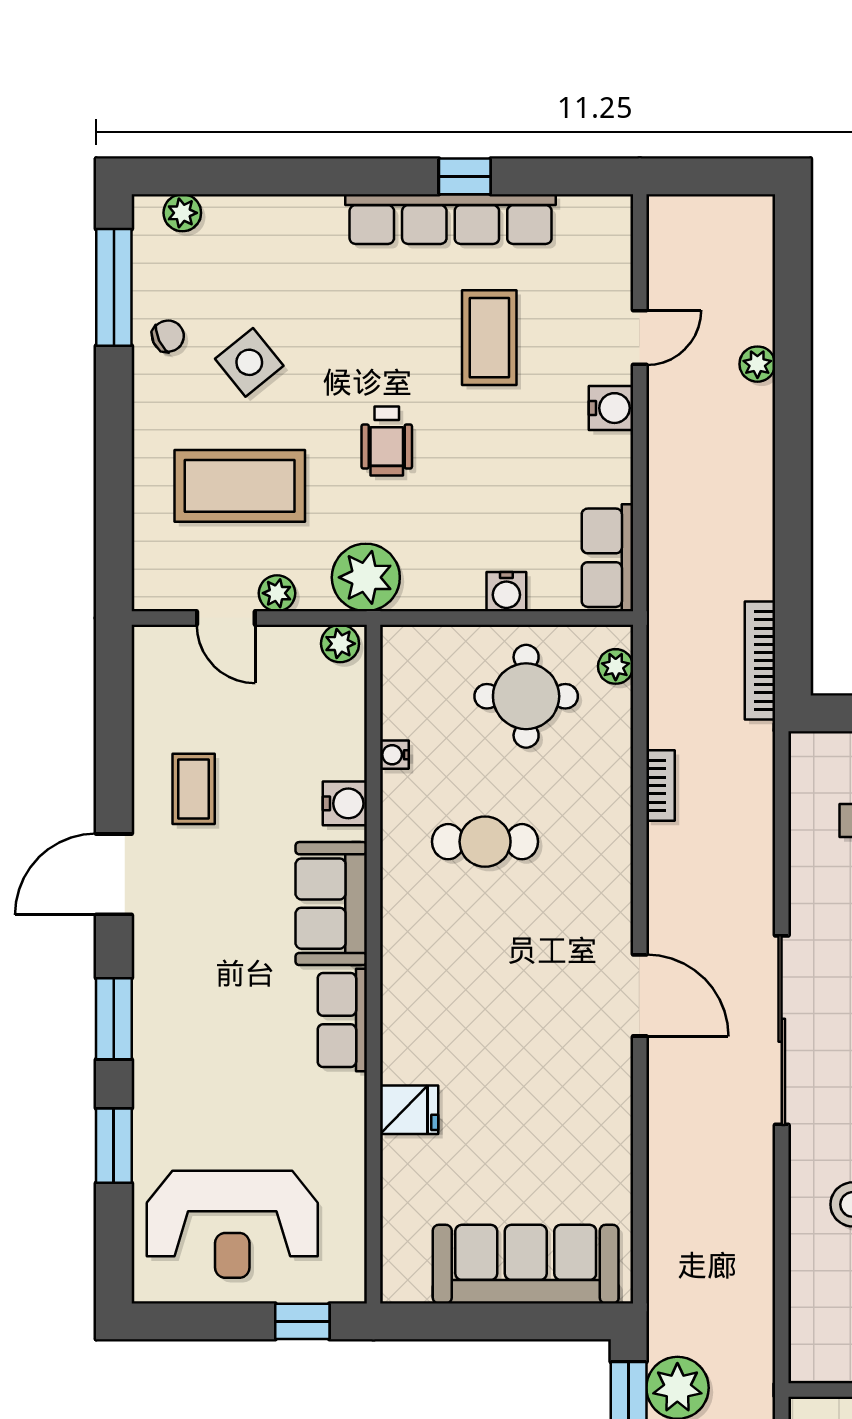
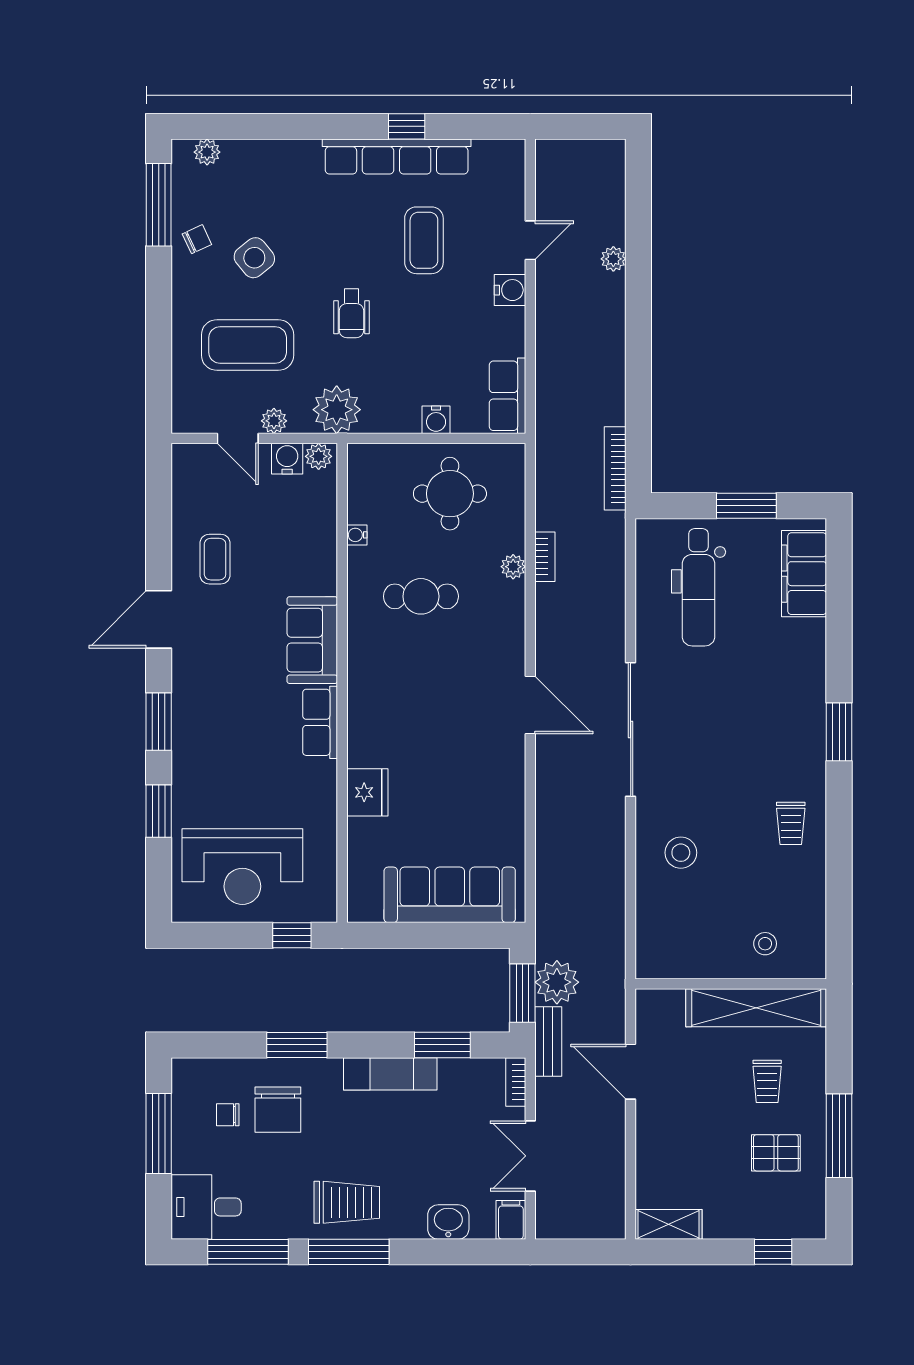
plant: (616, 666) -> (513, 567), moved
water cooler: (345, 803) -> (287, 459), moved, turned -90
fridge: (409, 1110) -> (367, 792), width x1.38

